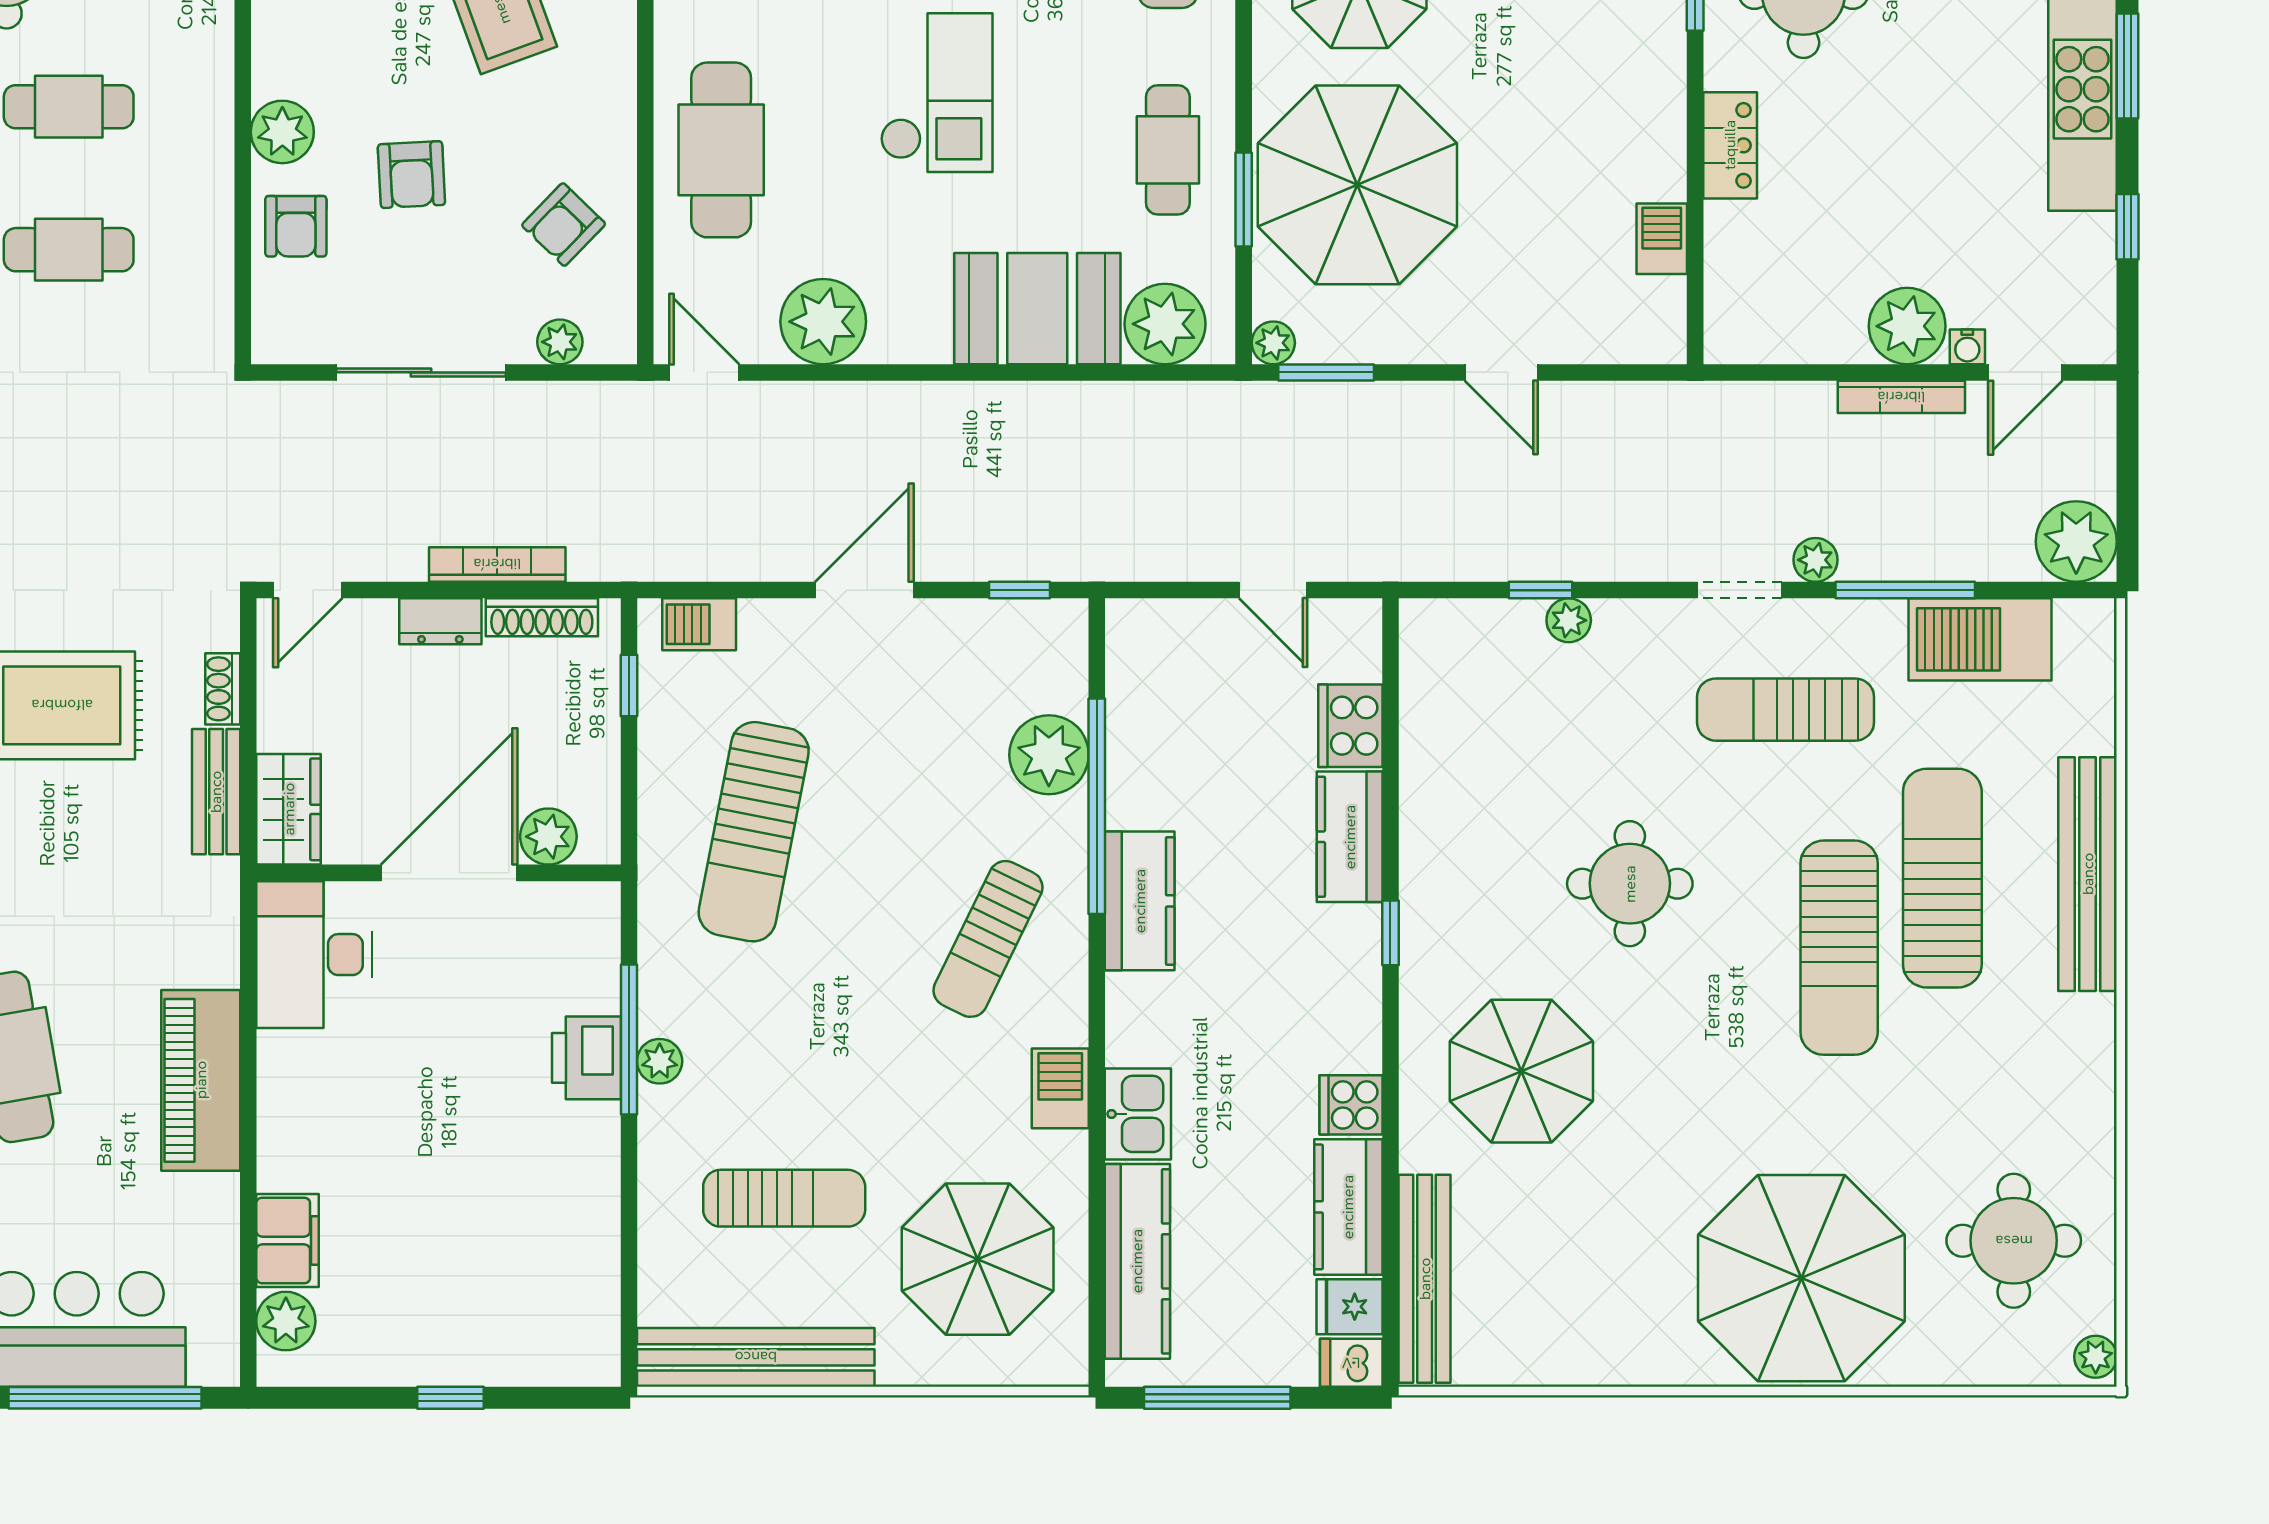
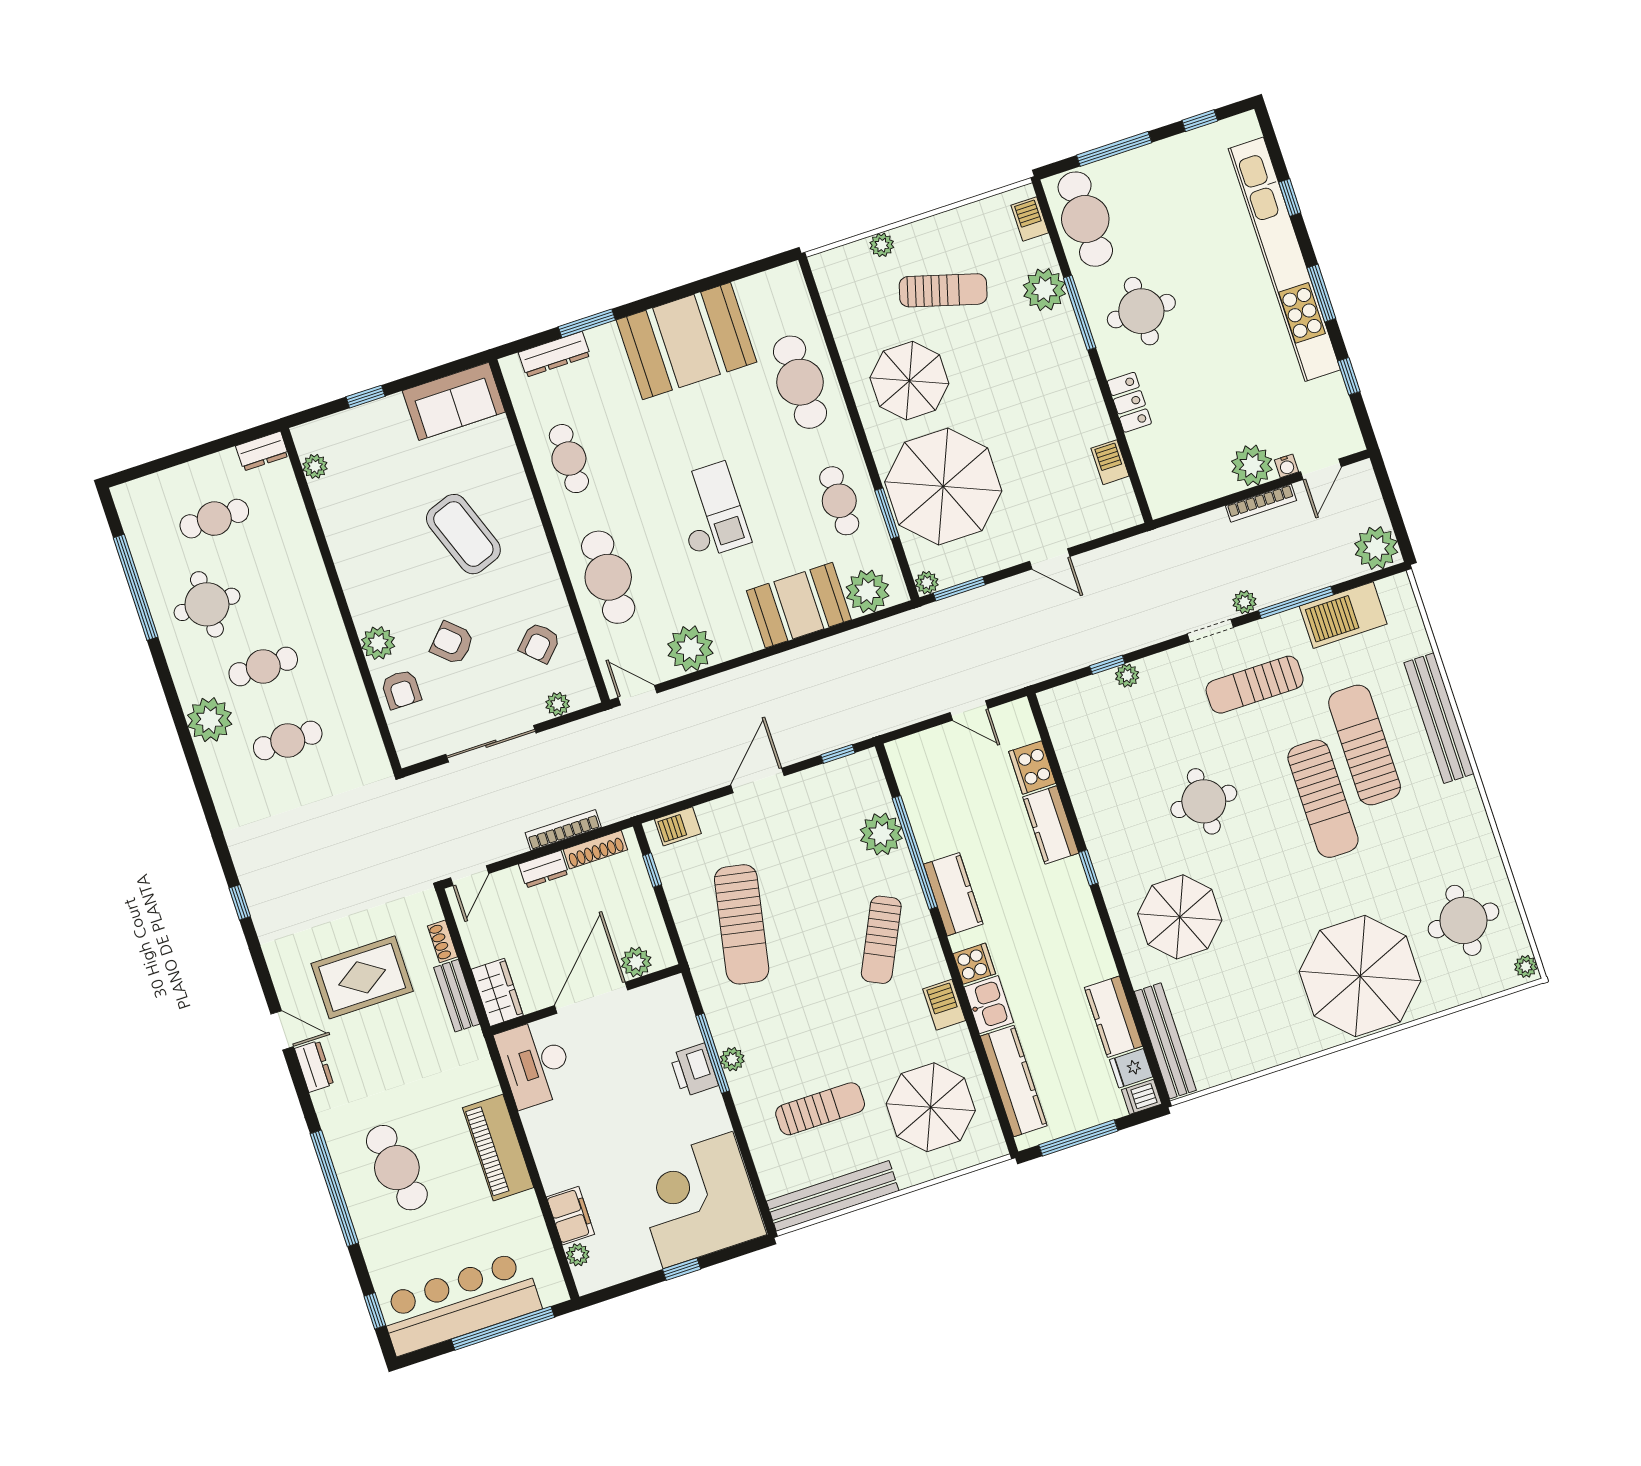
armchair: (411, 175) -> (452, 643), turned 136
cooker: (1351, 1105) -> (974, 964), moved, turned 180
corner desk: (519, 1287) -> (698, 1200), added
plant: (286, 1321) -> (578, 1255), width x0.73, depth x0.73

